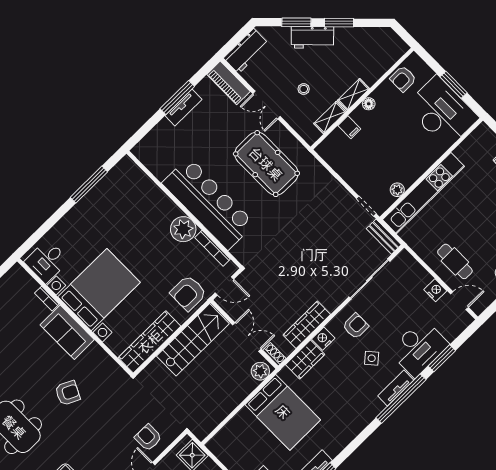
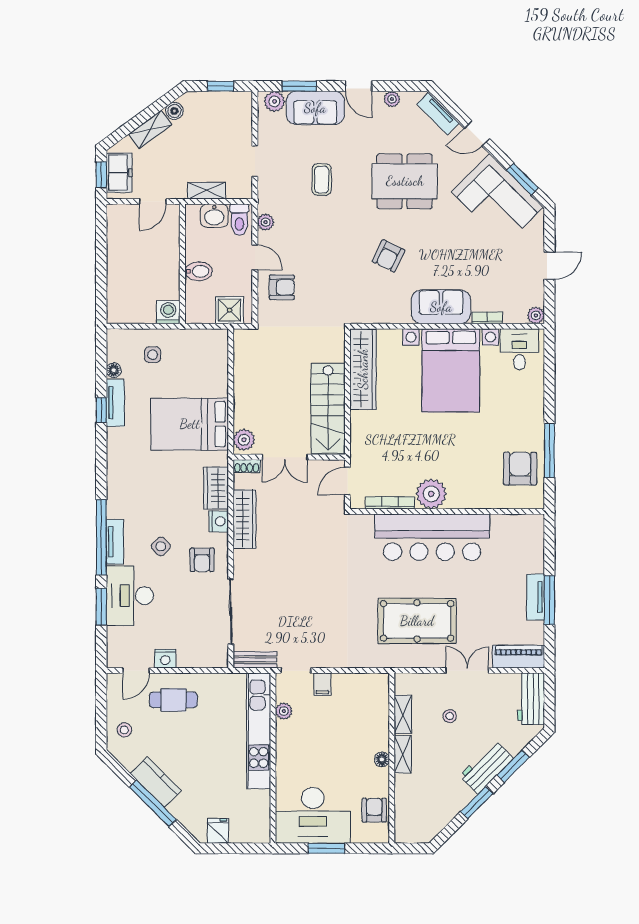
filing cabinet: (349, 127) -> (322, 684), moved, turned -90
plant: (17, 271) -> (536, 315), added
armchair: (188, 293) -> (520, 469), moved

